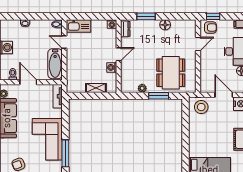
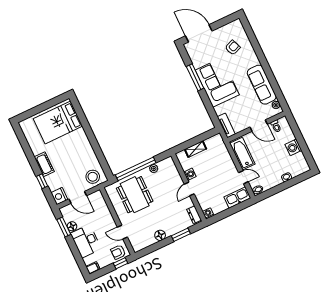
door: (198, 44) -> (122, 232), hinge flipped
window: (159, 96) -> (136, 169), width x2.11

